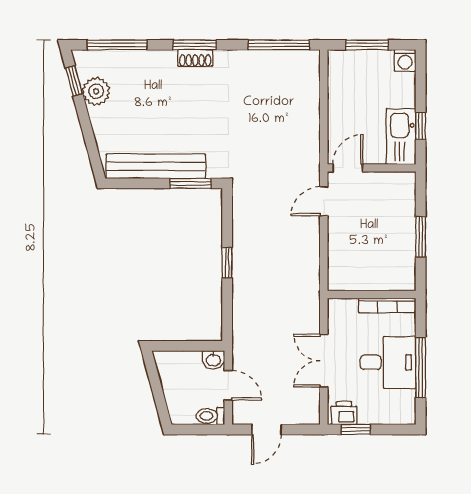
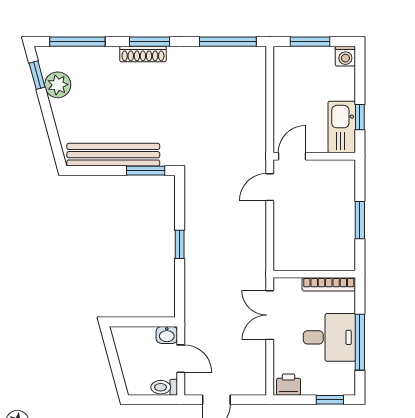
shoe rack: (195, 58) -> (143, 54), width x1.43
double door: (324, 361) -> (270, 315), moved
window: (356, 429) -> (330, 400), moved

